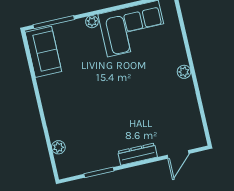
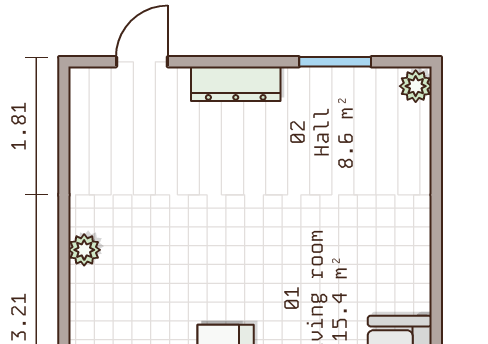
plant: (58, 147) -> (416, 86), moved

